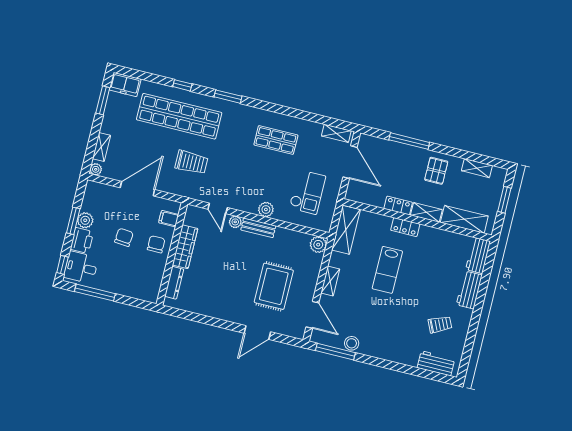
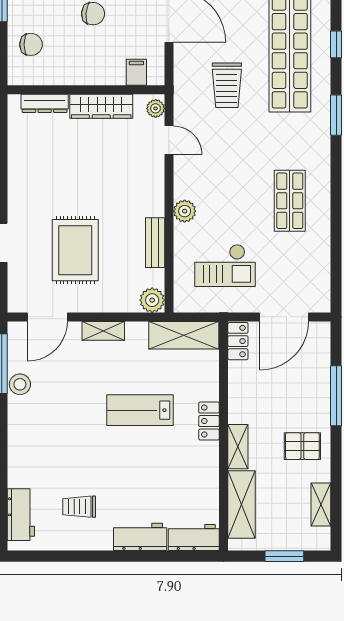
shelving: (336, 133) -> (321, 287), removed
locker: (398, 205) -> (238, 341), moved
door: (218, 208) -> (169, 140), swing flipped
plant: (235, 222) -> (156, 108), moved
bench: (258, 228) -> (155, 243), moved
chair: (156, 244) -> (31, 44), moved
rug: (274, 286) -> (75, 250), turned 90
trolley: (440, 324) -> (79, 507), turned 115

